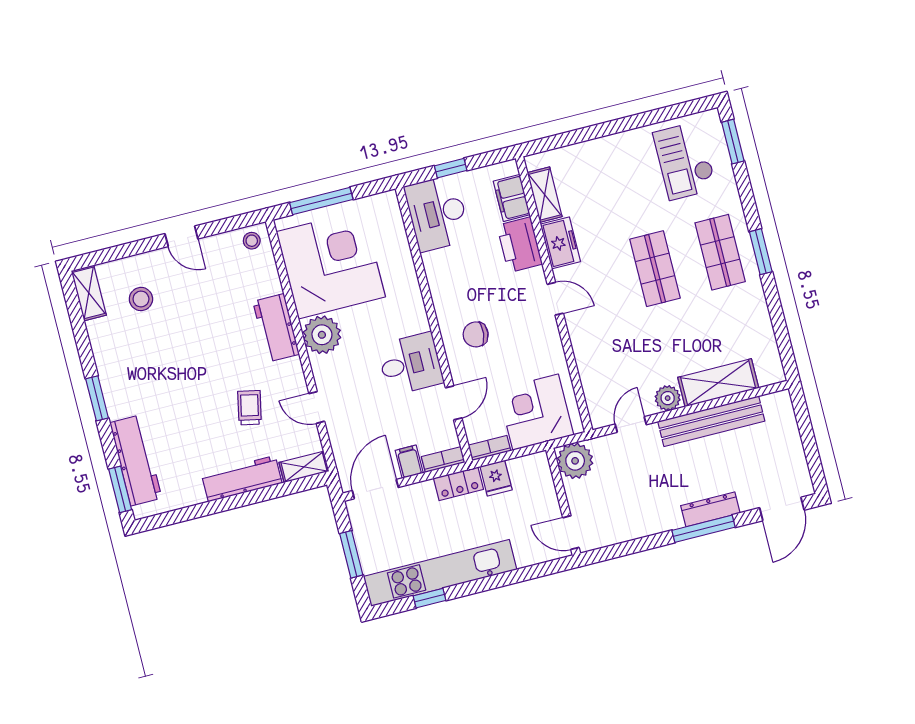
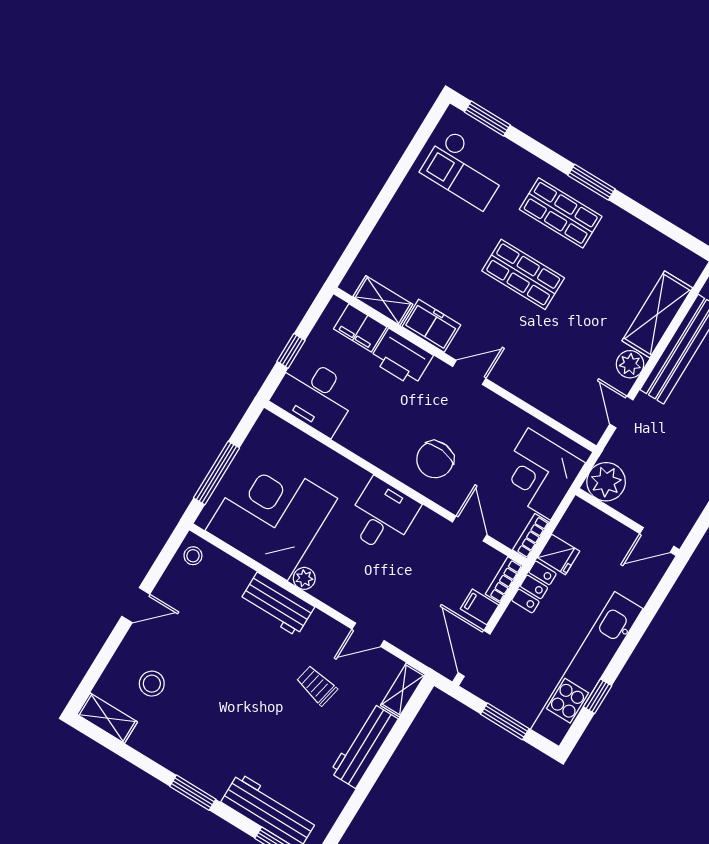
chair: (476, 334) -> (435, 460), width x1.37, depth x1.37
plant: (322, 335) -> (304, 578), width x0.53, depth x0.53
desk: (410, 364) -> (382, 516), moved

